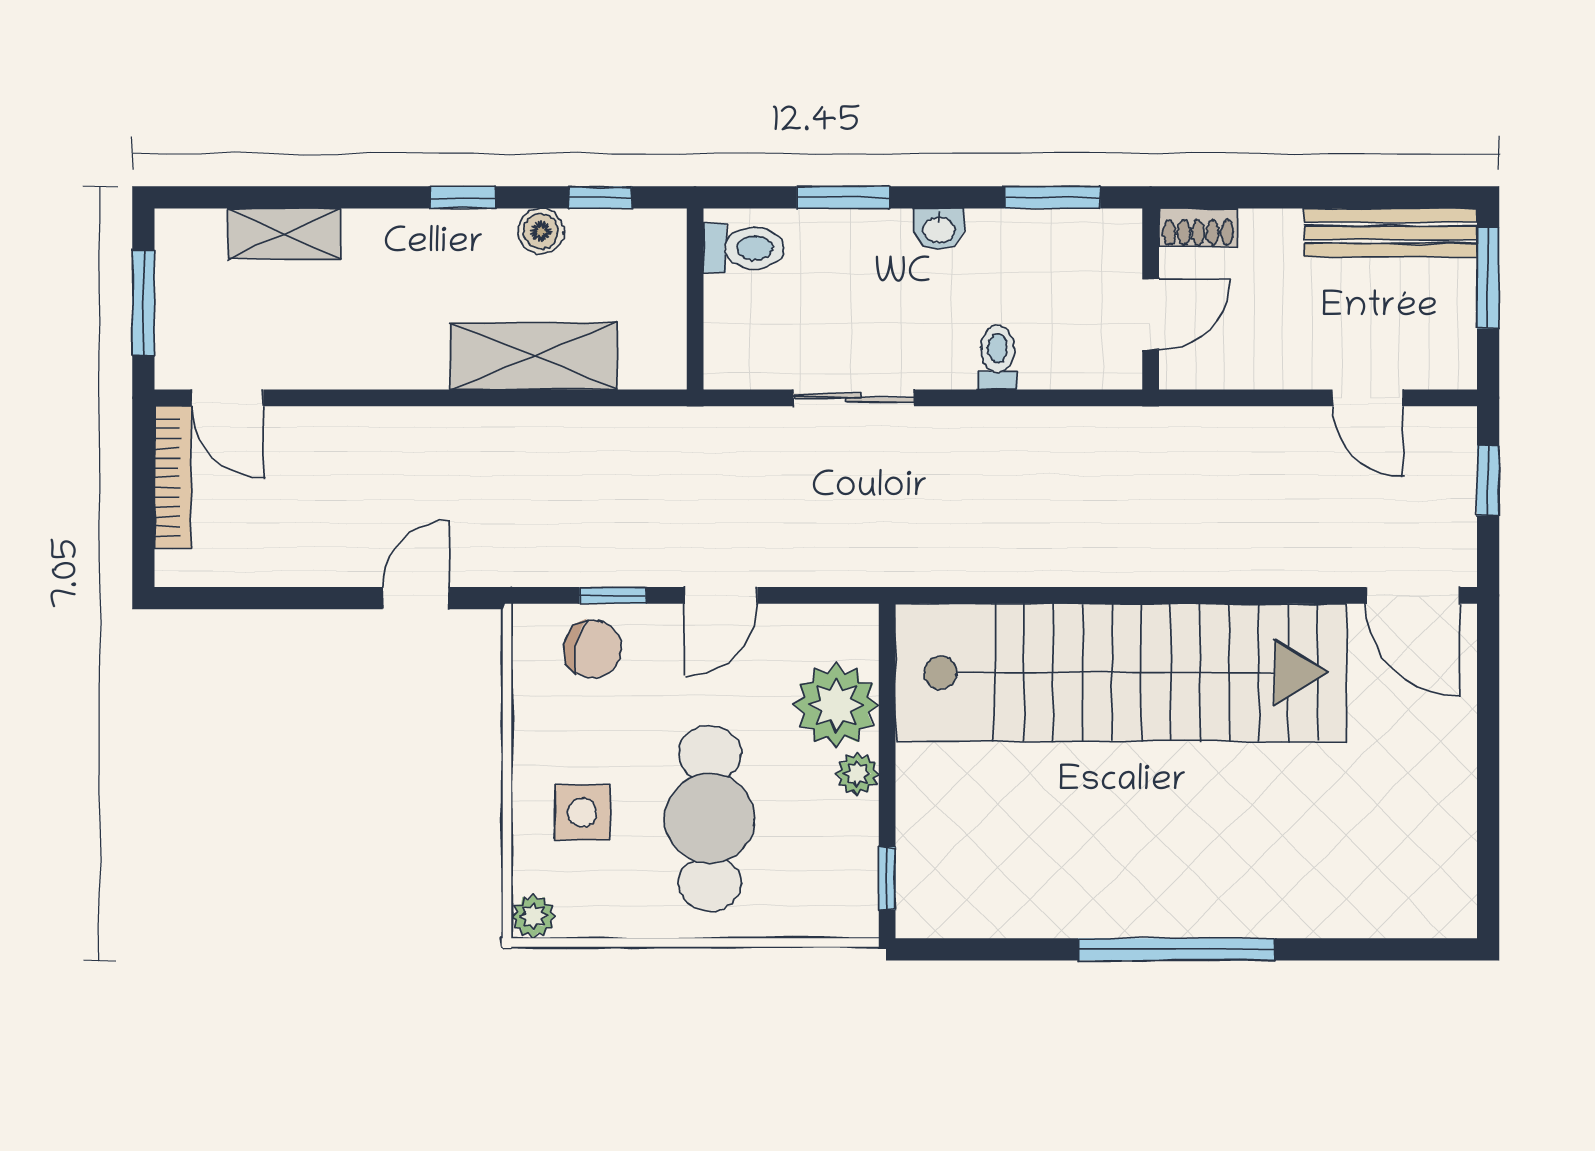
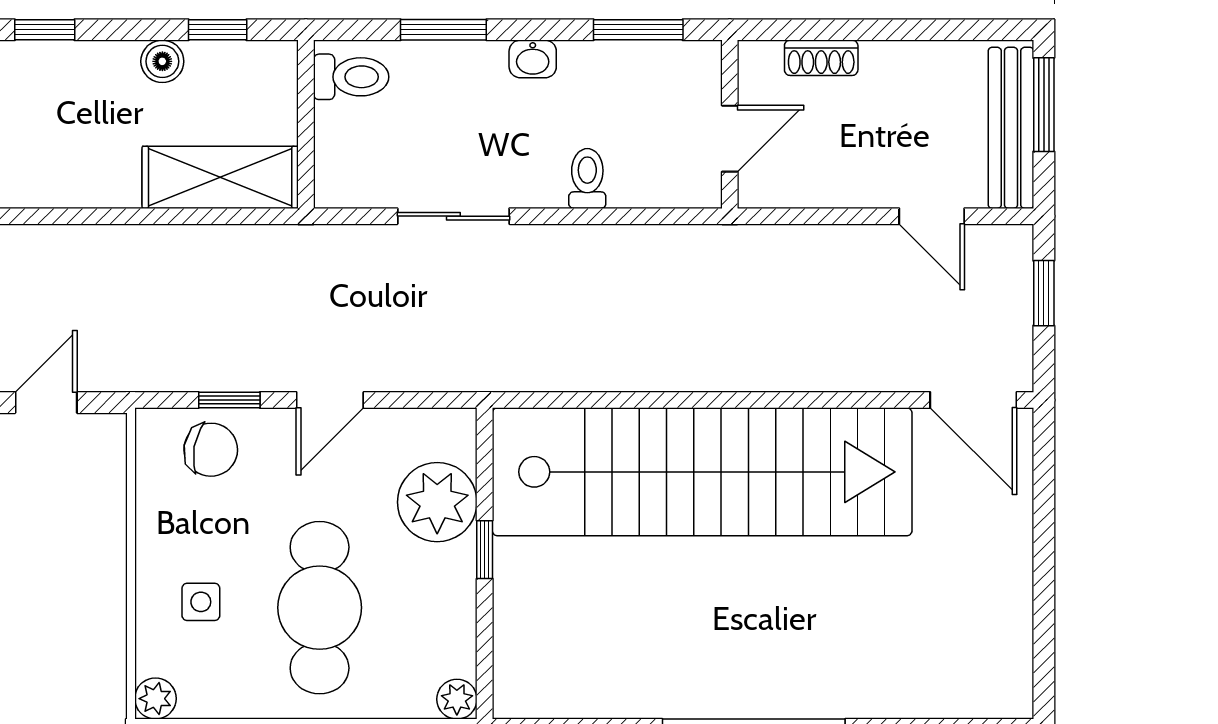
window: (463, 197) -> (45, 30), moved
shoe rack: (1198, 228) -> (821, 58), moved
bench: (1390, 233) -> (1011, 128), moved, turned 90
shelving: (534, 356) -> (220, 177), moved
plant: (857, 774) -> (457, 699), moved
side table: (582, 812) -> (201, 602), width x0.73, depth x0.73
window: (887, 878) -> (485, 550), moved

